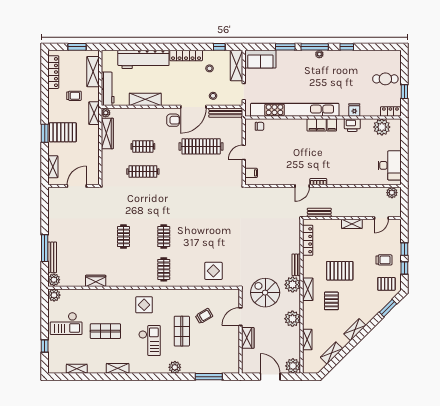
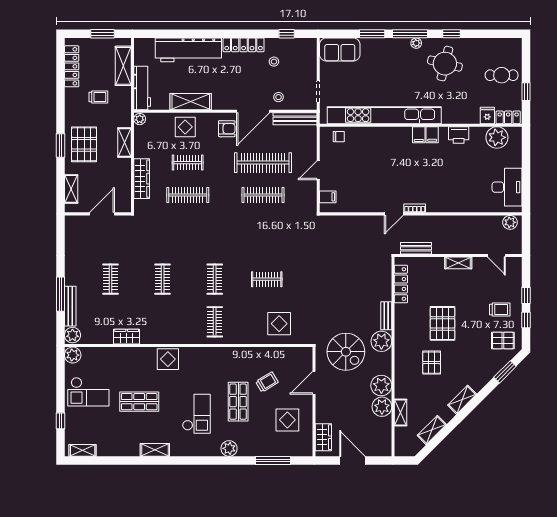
shelving: (236, 65) -> (309, 58), removed
round table: (342, 70) -> (445, 64), added
fridge: (354, 110) -> (487, 115), moved
shelving: (94, 113) -> (124, 142), moved
display table: (141, 119) -> (185, 127), added
filing cabinet: (317, 125) -> (419, 135), width x0.50
pallet: (63, 132) -> (84, 144), turned 90
wardrobe: (107, 133) -> (142, 179), moved
clothes rail: (201, 171) -> (263, 195), added
door: (381, 218) -> (496, 255), hinge flipped
clothes rail: (83, 237) -> (111, 279), added
clothes rail: (204, 237) -> (267, 279), added
pallet: (340, 271) -> (442, 323), turned 90
shelving: (308, 289) -> (401, 347), removed
spiral stairs: (265, 293) -> (346, 352), turned 180
display table: (144, 305) -> (168, 359), moved
wardrobe: (248, 338) -> (323, 437), moved
display table: (220, 345) -> (287, 420), added
plant: (293, 366) -> (382, 407), moved
shelving: (77, 369) -> (83, 450), moved

